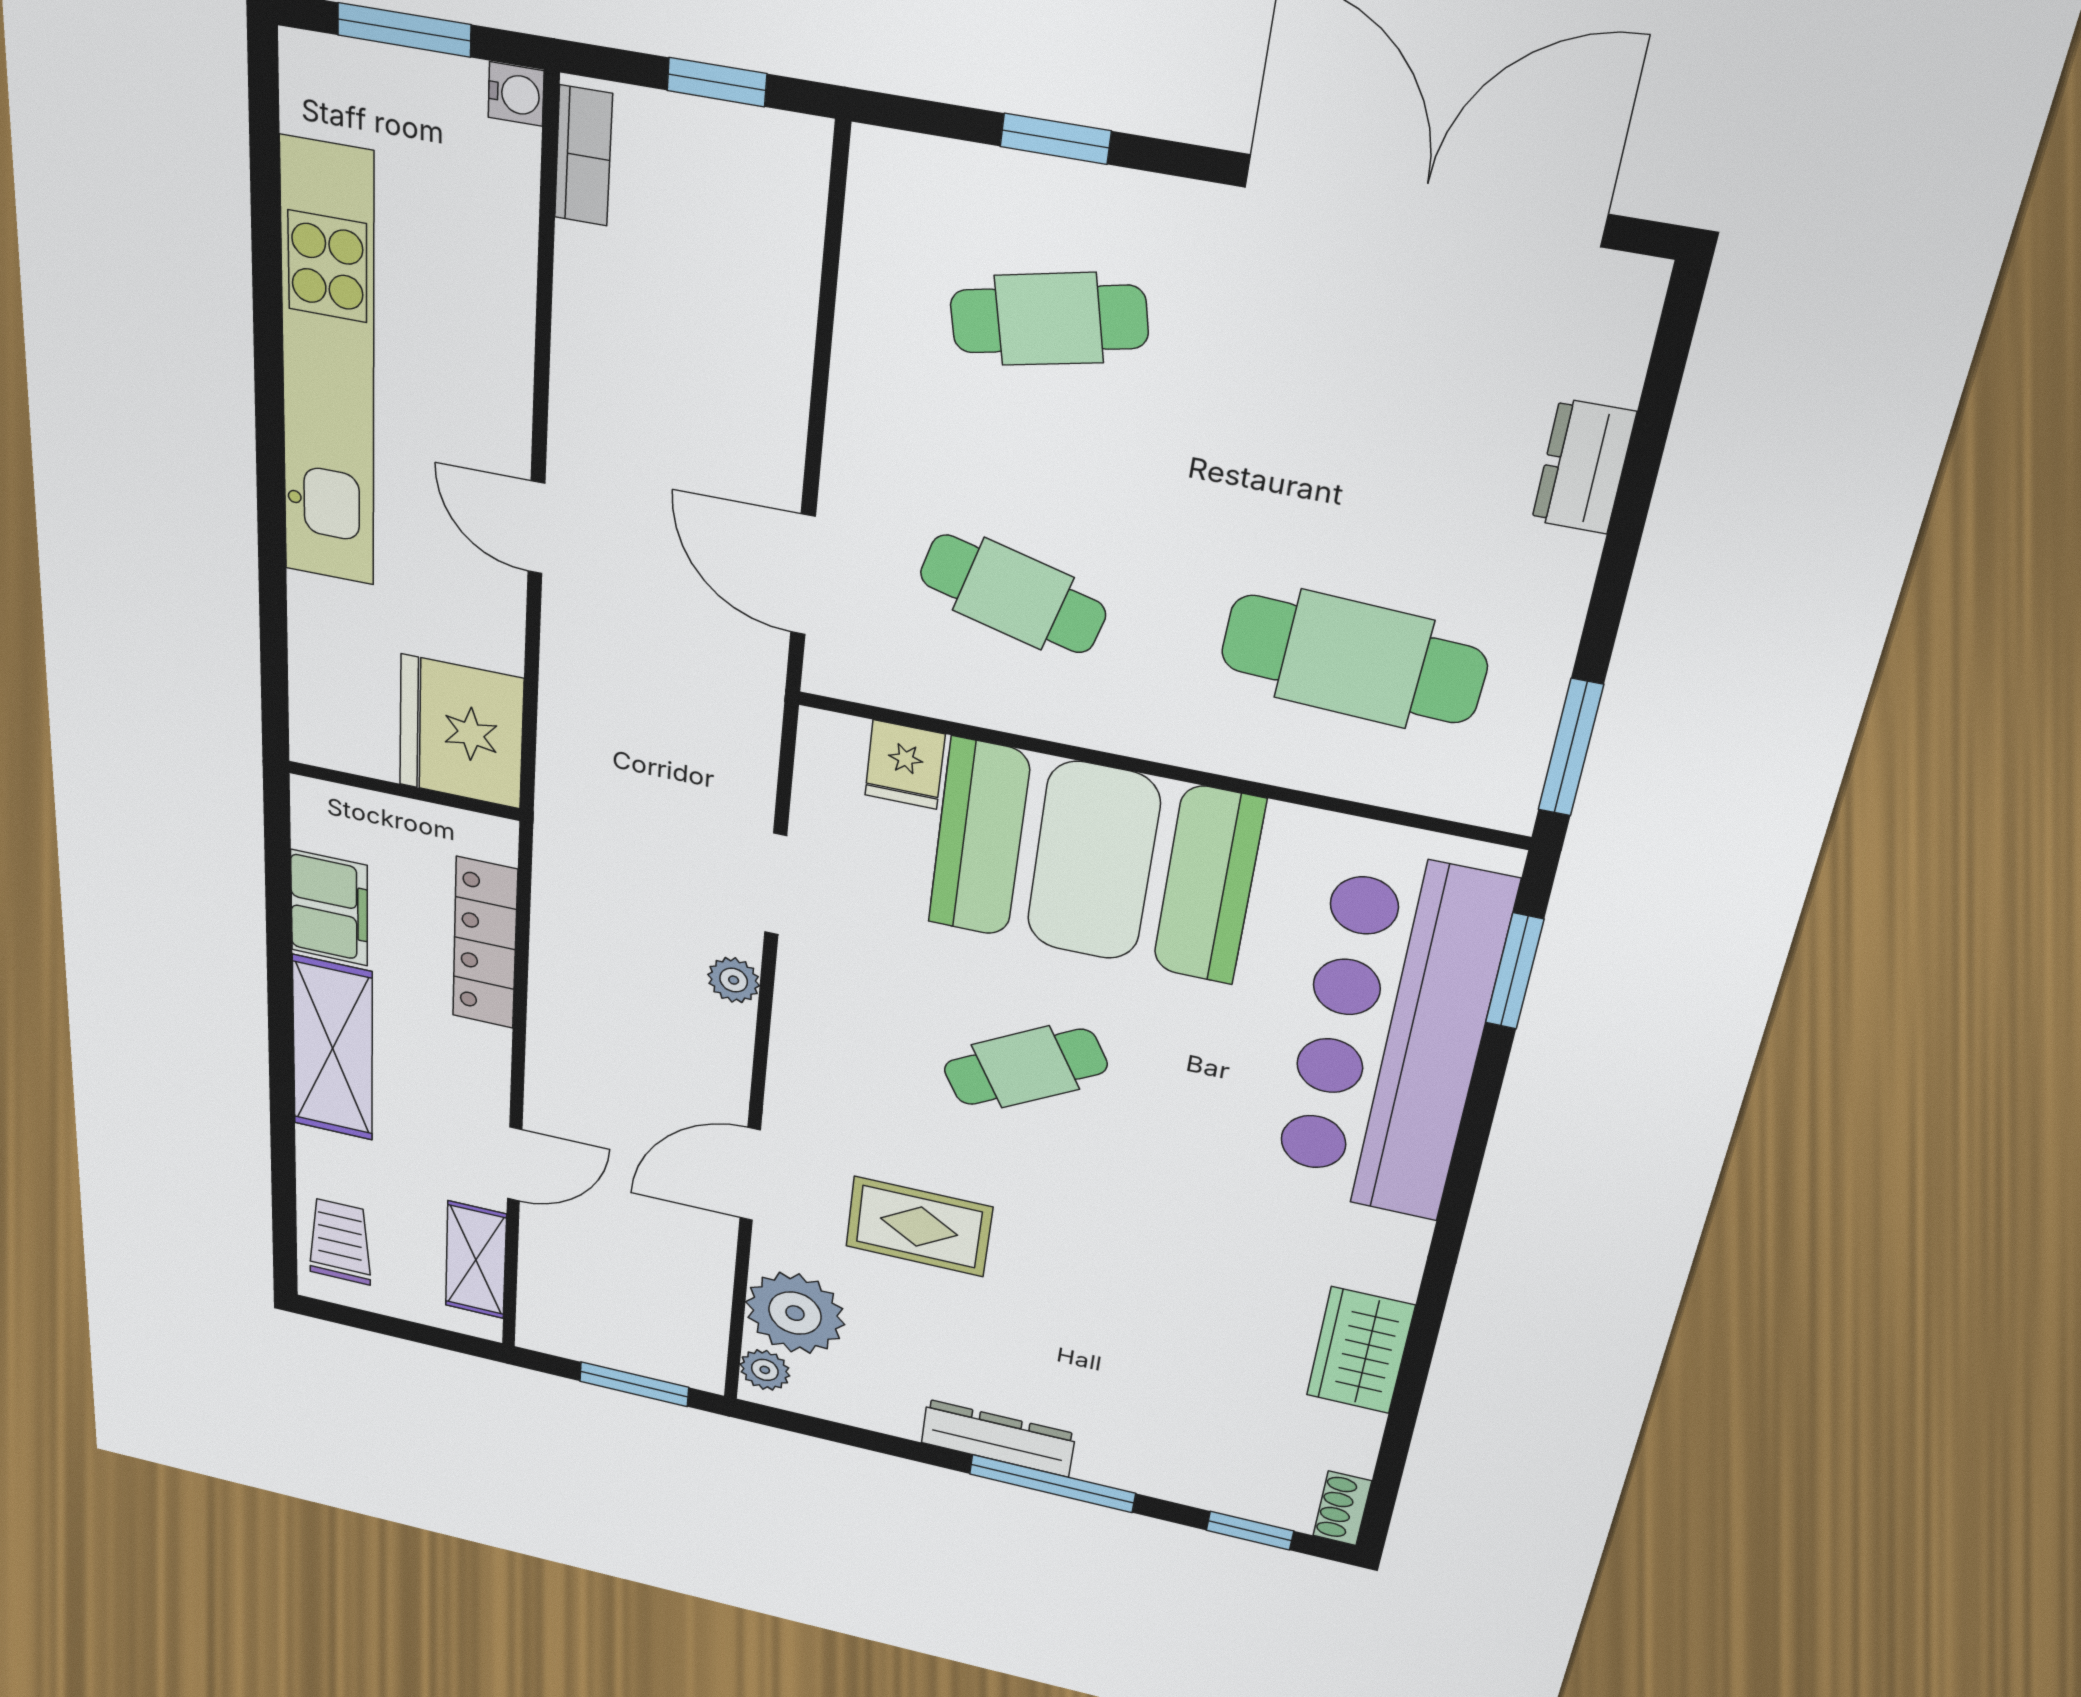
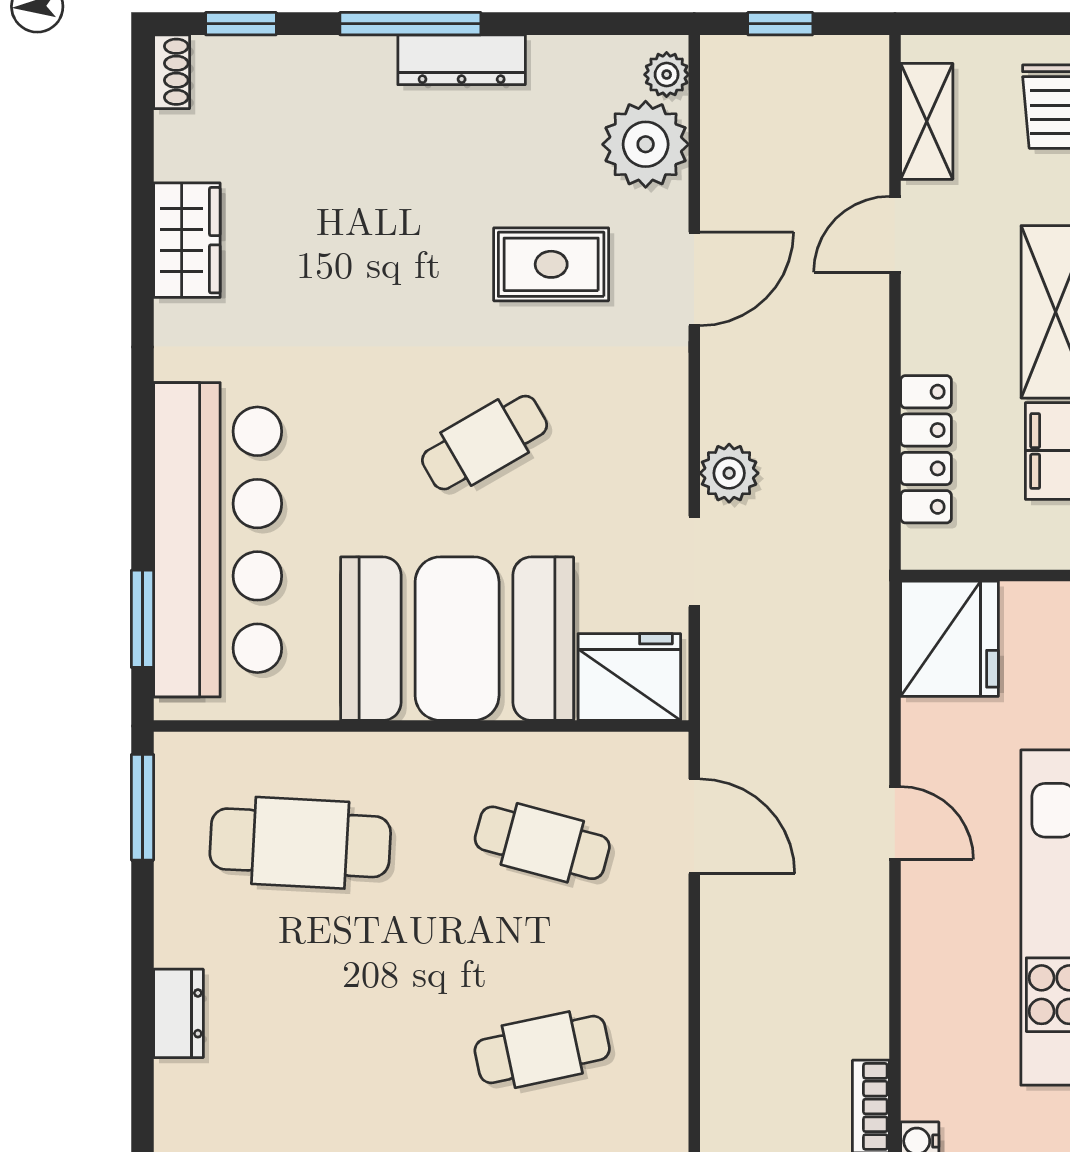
fridge: (905, 765) -> (629, 677), width x1.88, depth x1.34
plant: (734, 980) -> (729, 473), width x1.38, depth x1.38
window: (634, 1384) -> (780, 24), width x0.67

